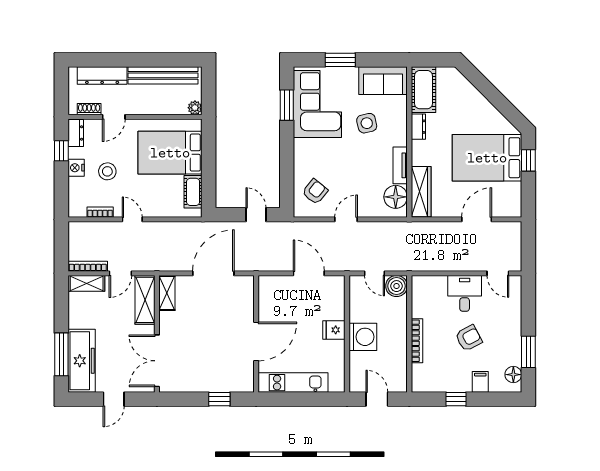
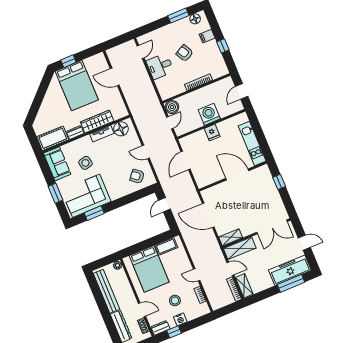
wardrobe: (421, 192) -> (97, 122), moved
door: (132, 219) -> (197, 275), hinge flipped

